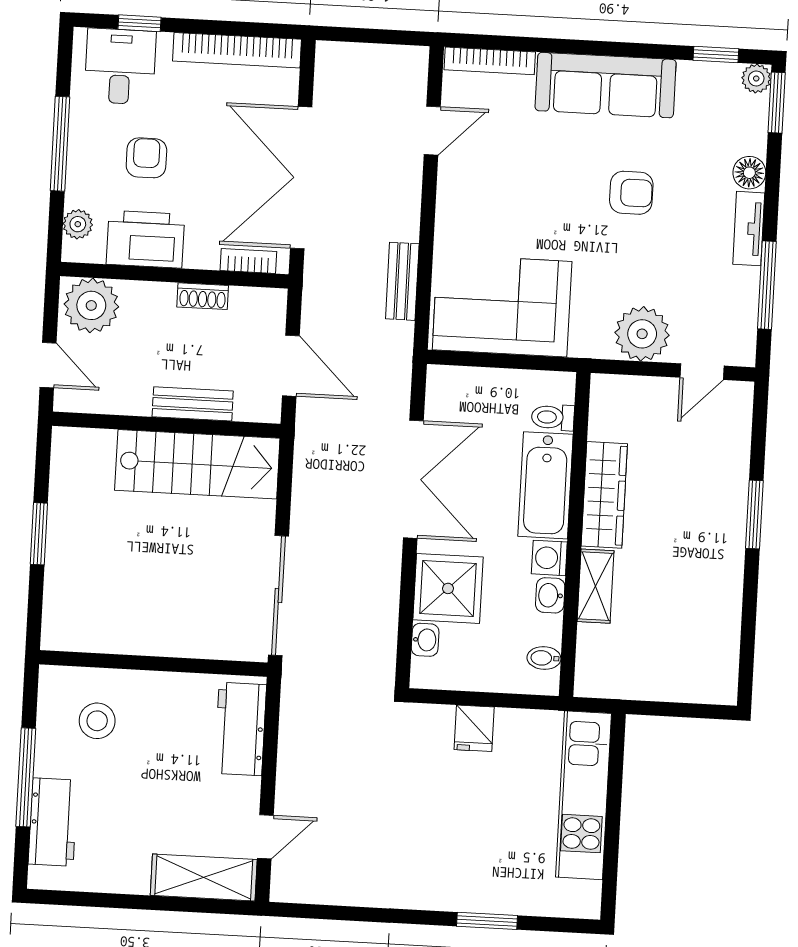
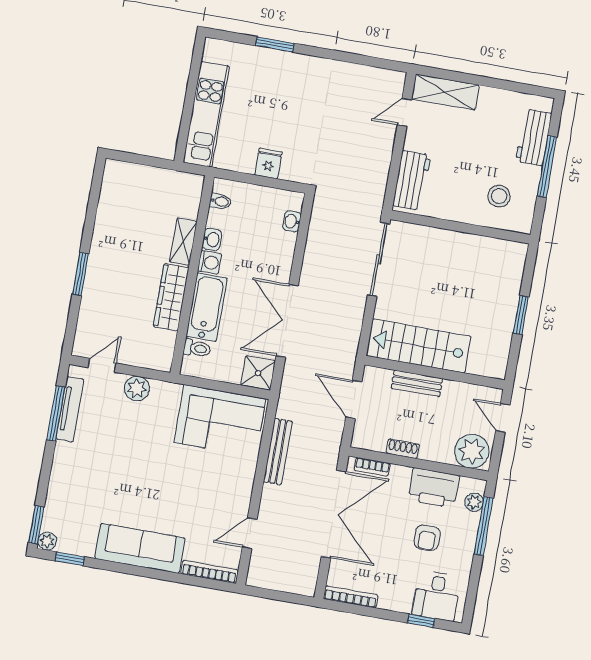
bookcase: (237, 50) -> (351, 597), width x0.68, depth x0.76
window: (60, 144) -> (484, 526), moved
floor lamp: (749, 173) -> (58, 484), removed
armchair: (631, 193) -> (132, 480), removed
tv unit: (749, 229) -> (70, 409), moved, width x1.41
bench: (402, 281) -> (278, 451), width x1.36
plant: (642, 334) -> (137, 389), width x0.73, depth x0.73
shower: (448, 588) -> (258, 373), moved, width x0.73, depth x0.73

